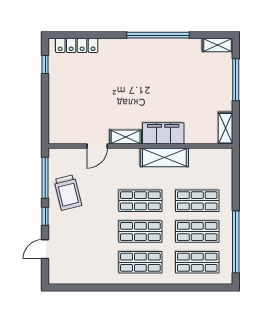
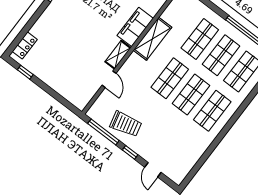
locker: (77, 45) -> (25, 45), width x0.66

